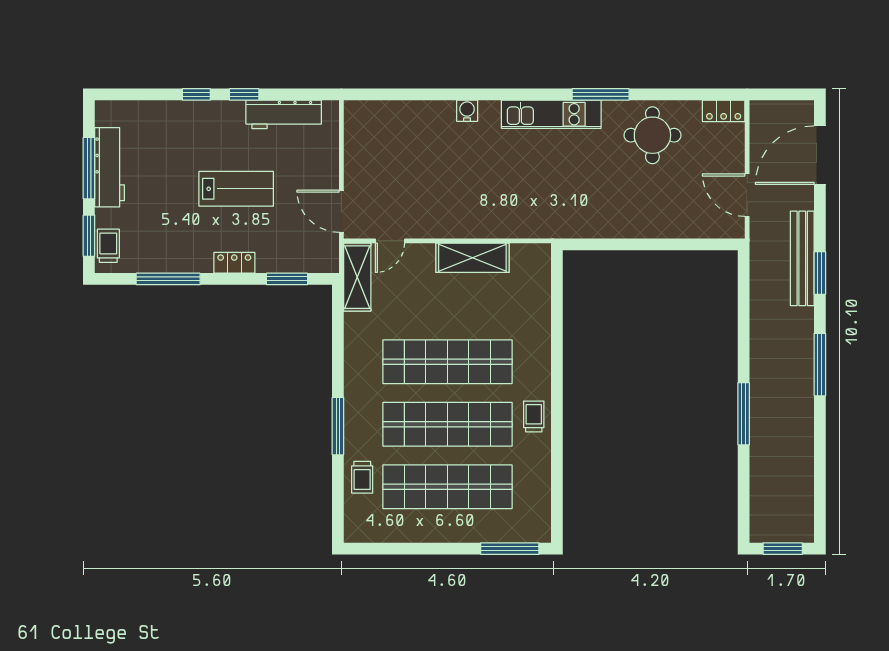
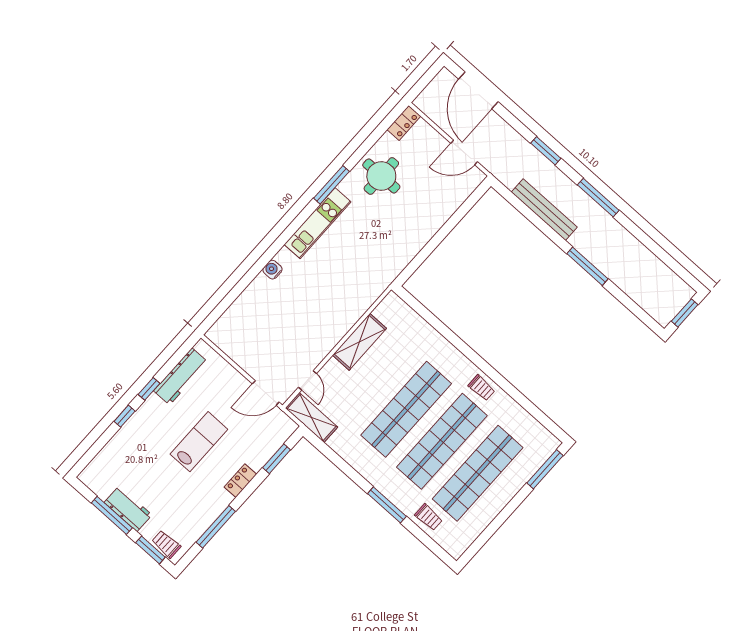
workbench: (110, 167) -> (128, 509), width x0.73
bench: (802, 258) -> (544, 210), moved
trolley: (534, 416) -> (482, 388), turned 180

